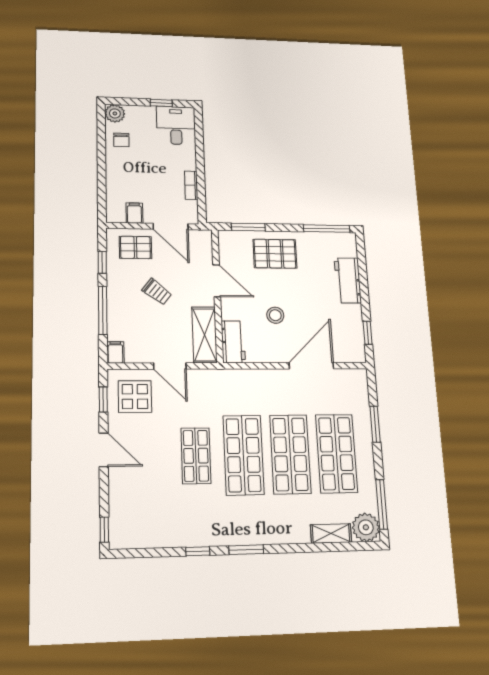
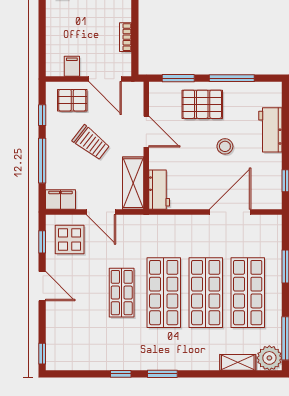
window: (327, 229) -> (232, 78), moved
trolley: (157, 292) -> (91, 143), width x1.36, depth x1.39
stool: (275, 315) -> (225, 146), moved
filing cabinet: (115, 352) -> (60, 199), width x2.00

